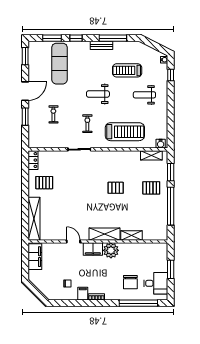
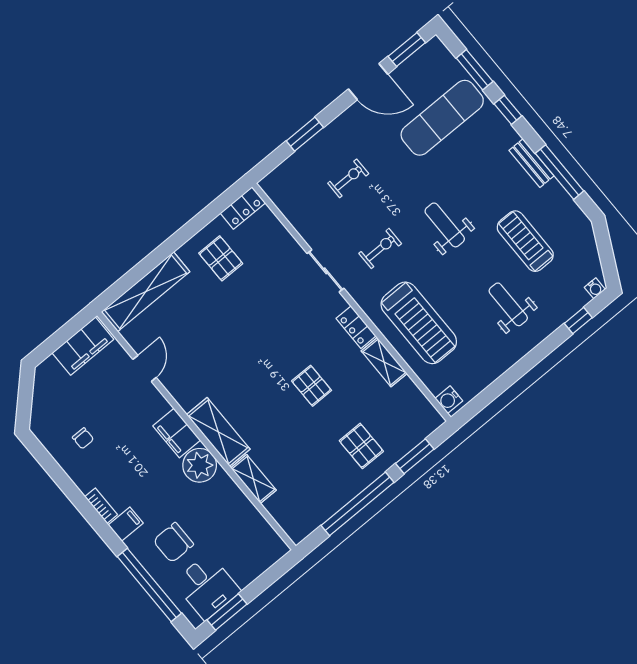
door: (25, 91) -> (368, 82), moved
locker: (108, 155) -> (356, 327), added
shelving: (151, 155) -> (384, 362), moved
door: (73, 241) -> (145, 368), moved
window: (171, 269) -> (227, 612), moved
filing cabinet: (83, 294) -> (126, 524), moved

